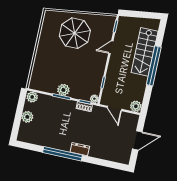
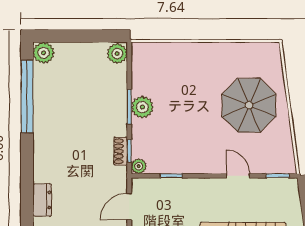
plant: (27, 117) -> (44, 53), moved
dresser: (80, 149) -> (42, 200), moved
window: (63, 154) -> (27, 96), moved

